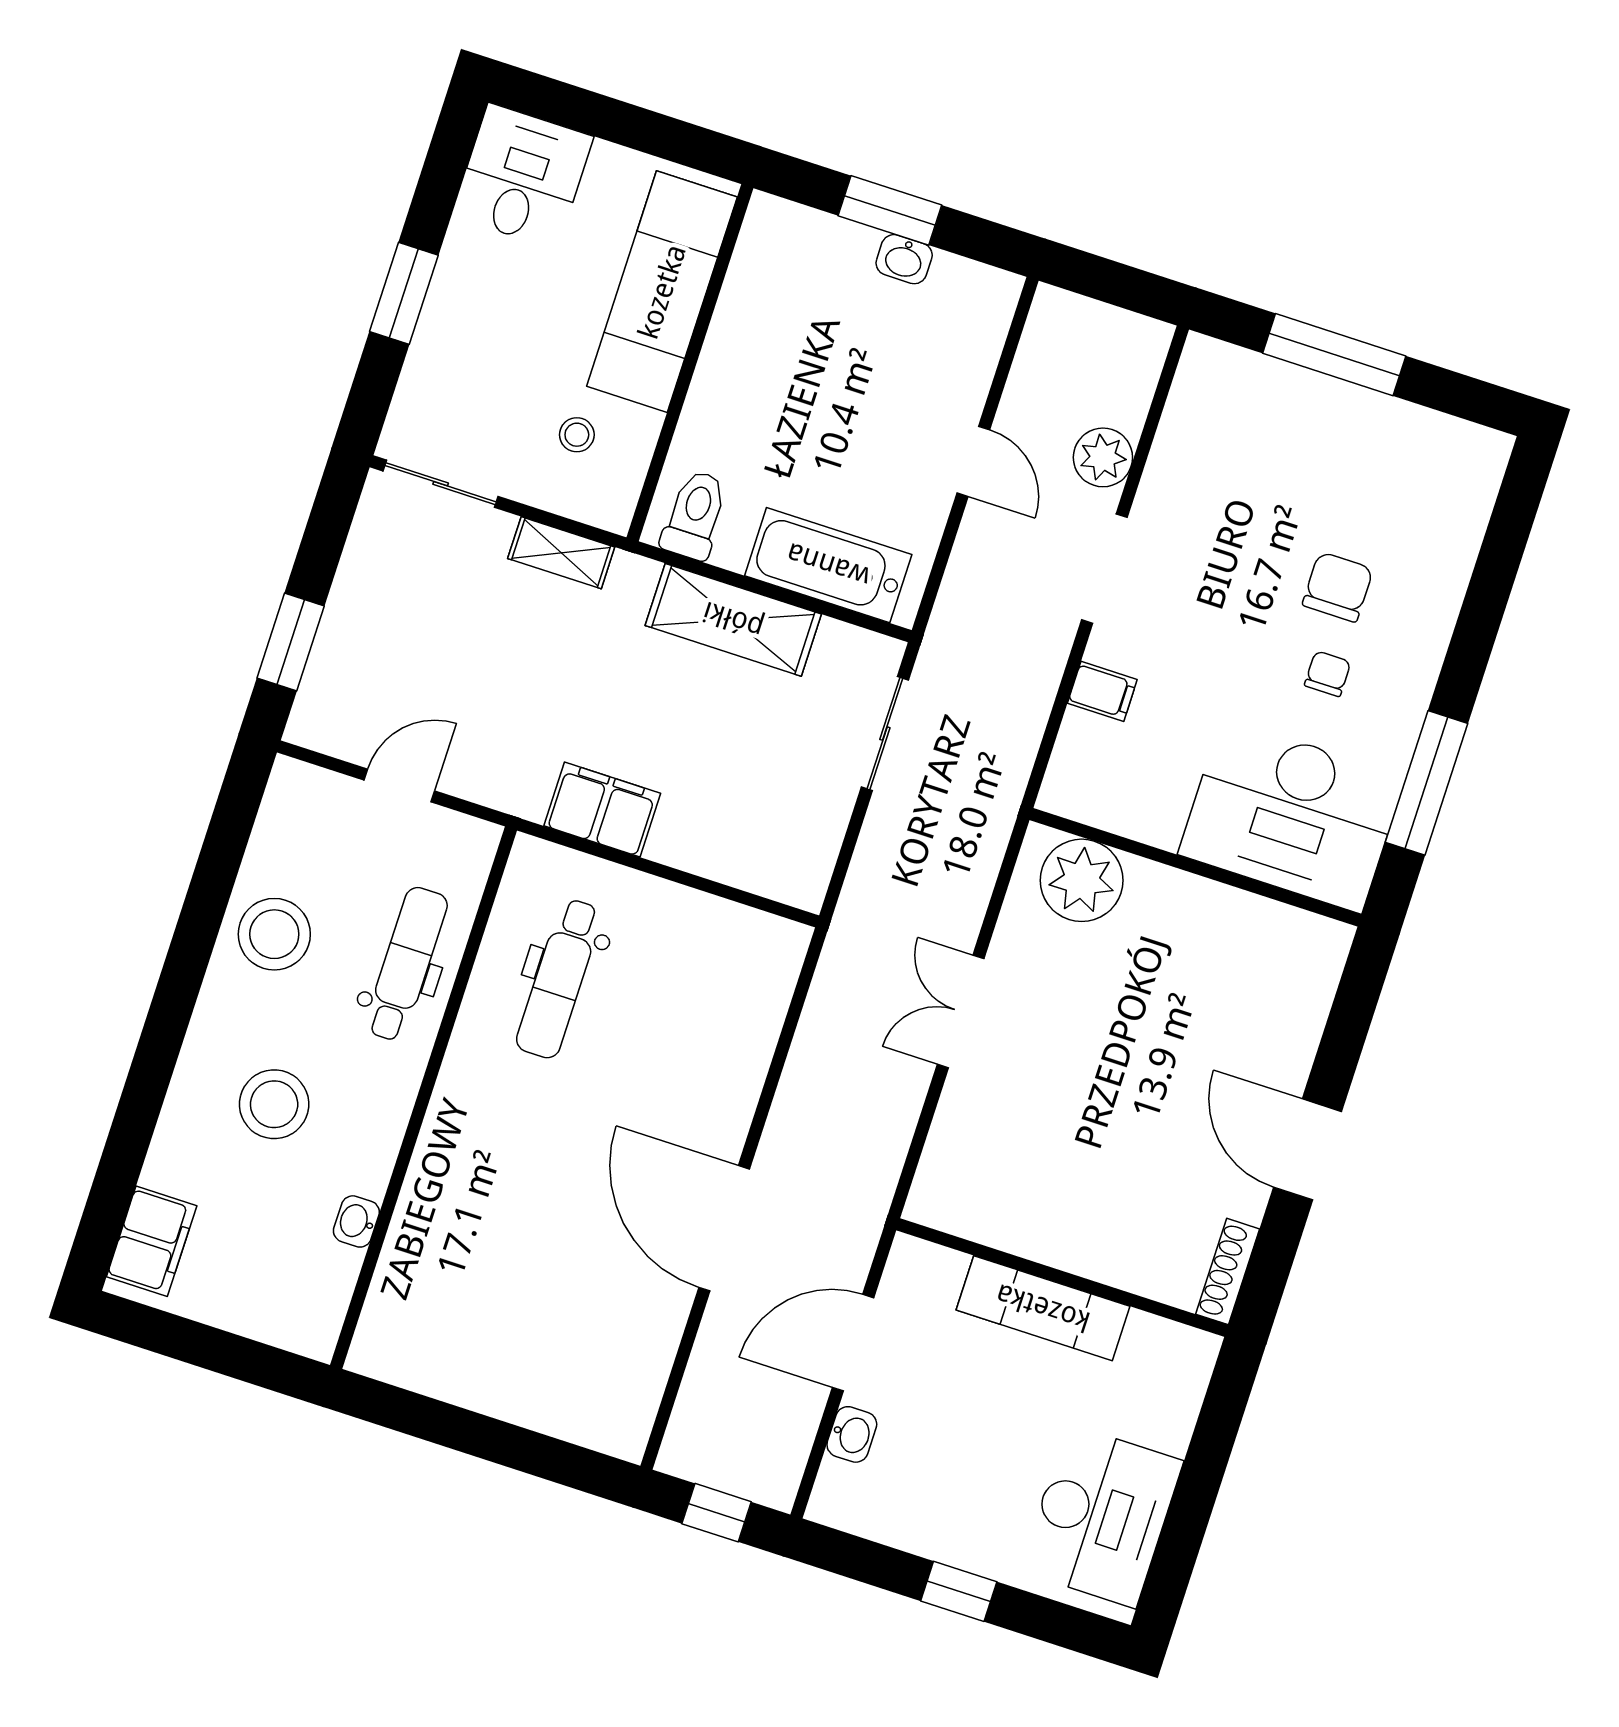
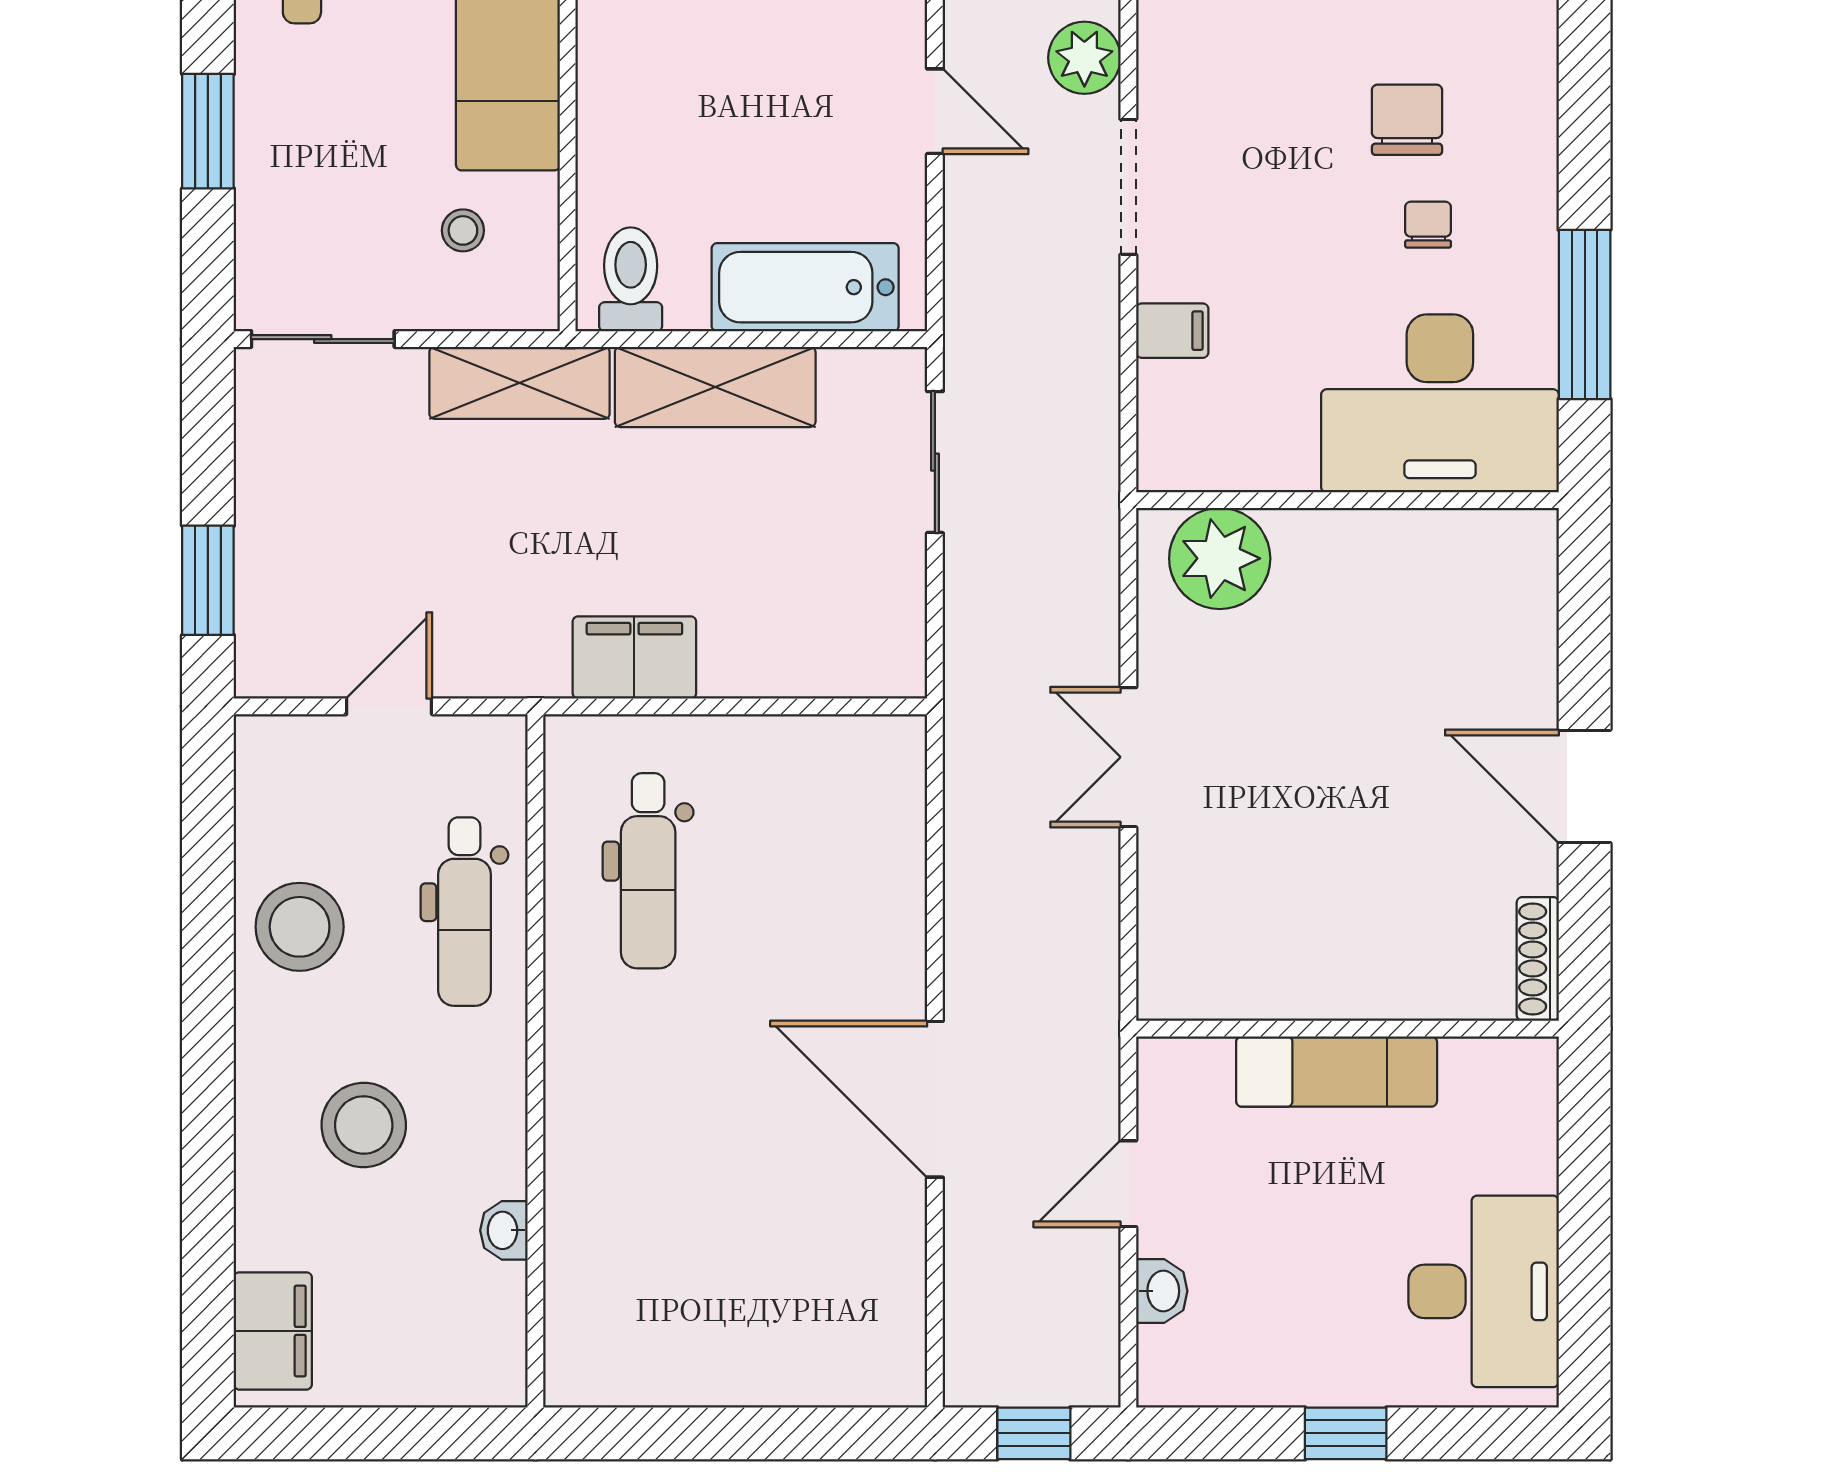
shelving: (561, 553) -> (519, 383), width x1.50, depth x1.33
dental chair: (406, 964) -> (465, 912), turned 180
door: (853, 1343) -> (1128, 1184), width x0.73

